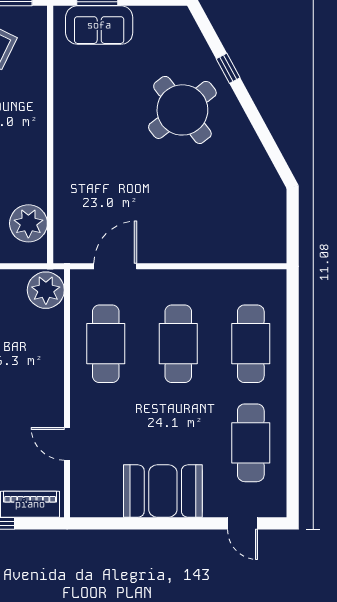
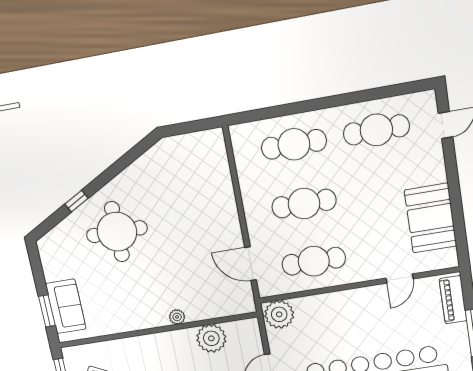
round table: (182, 110) -> (117, 232), turned 38
plant: (63, 163) -> (177, 317), added
plant: (28, 223) -> (211, 338), moved
booth: (163, 491) -> (431, 218), moved

